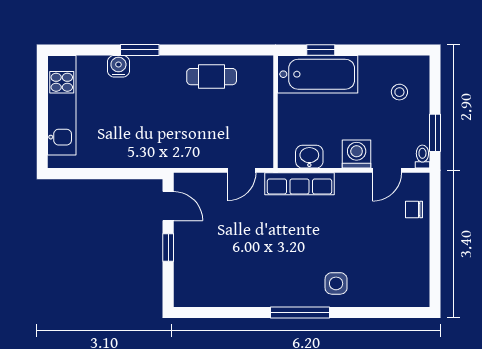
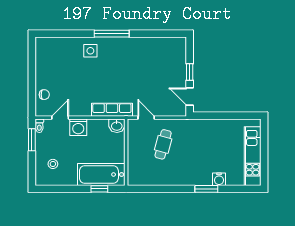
cafe table: (212, 77) -> (163, 144), moved, turned -75
washbasin: (309, 157) -> (117, 126), moved
door: (242, 170) -> (146, 118), hinge flipped

